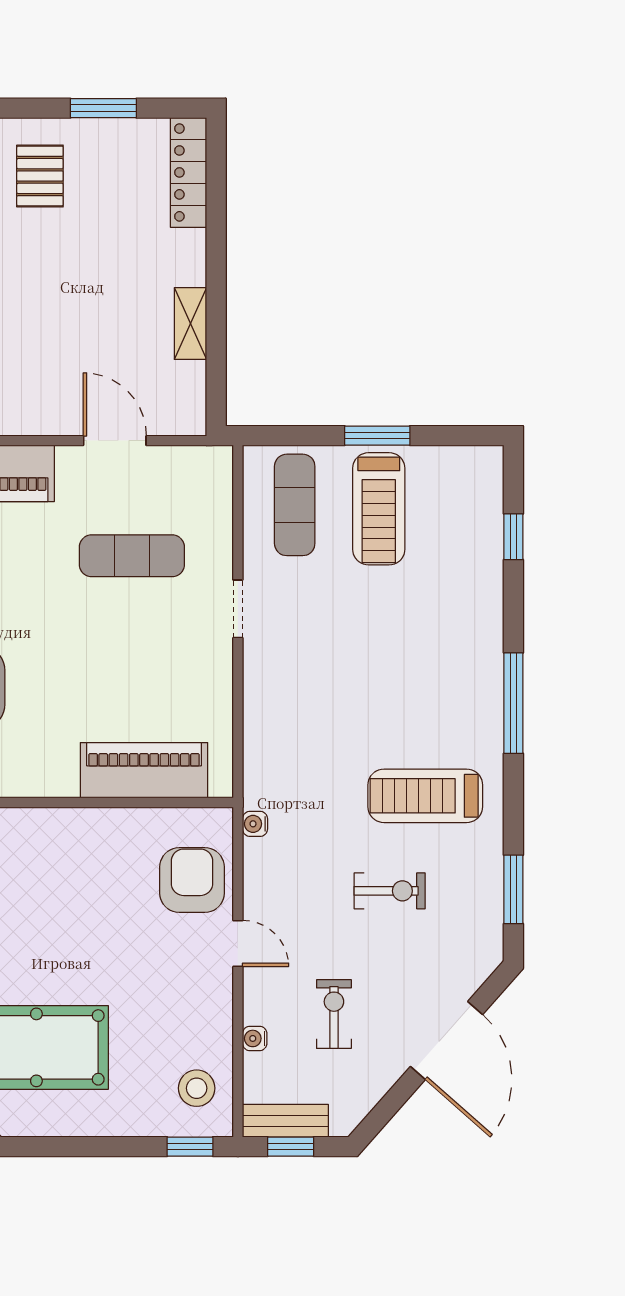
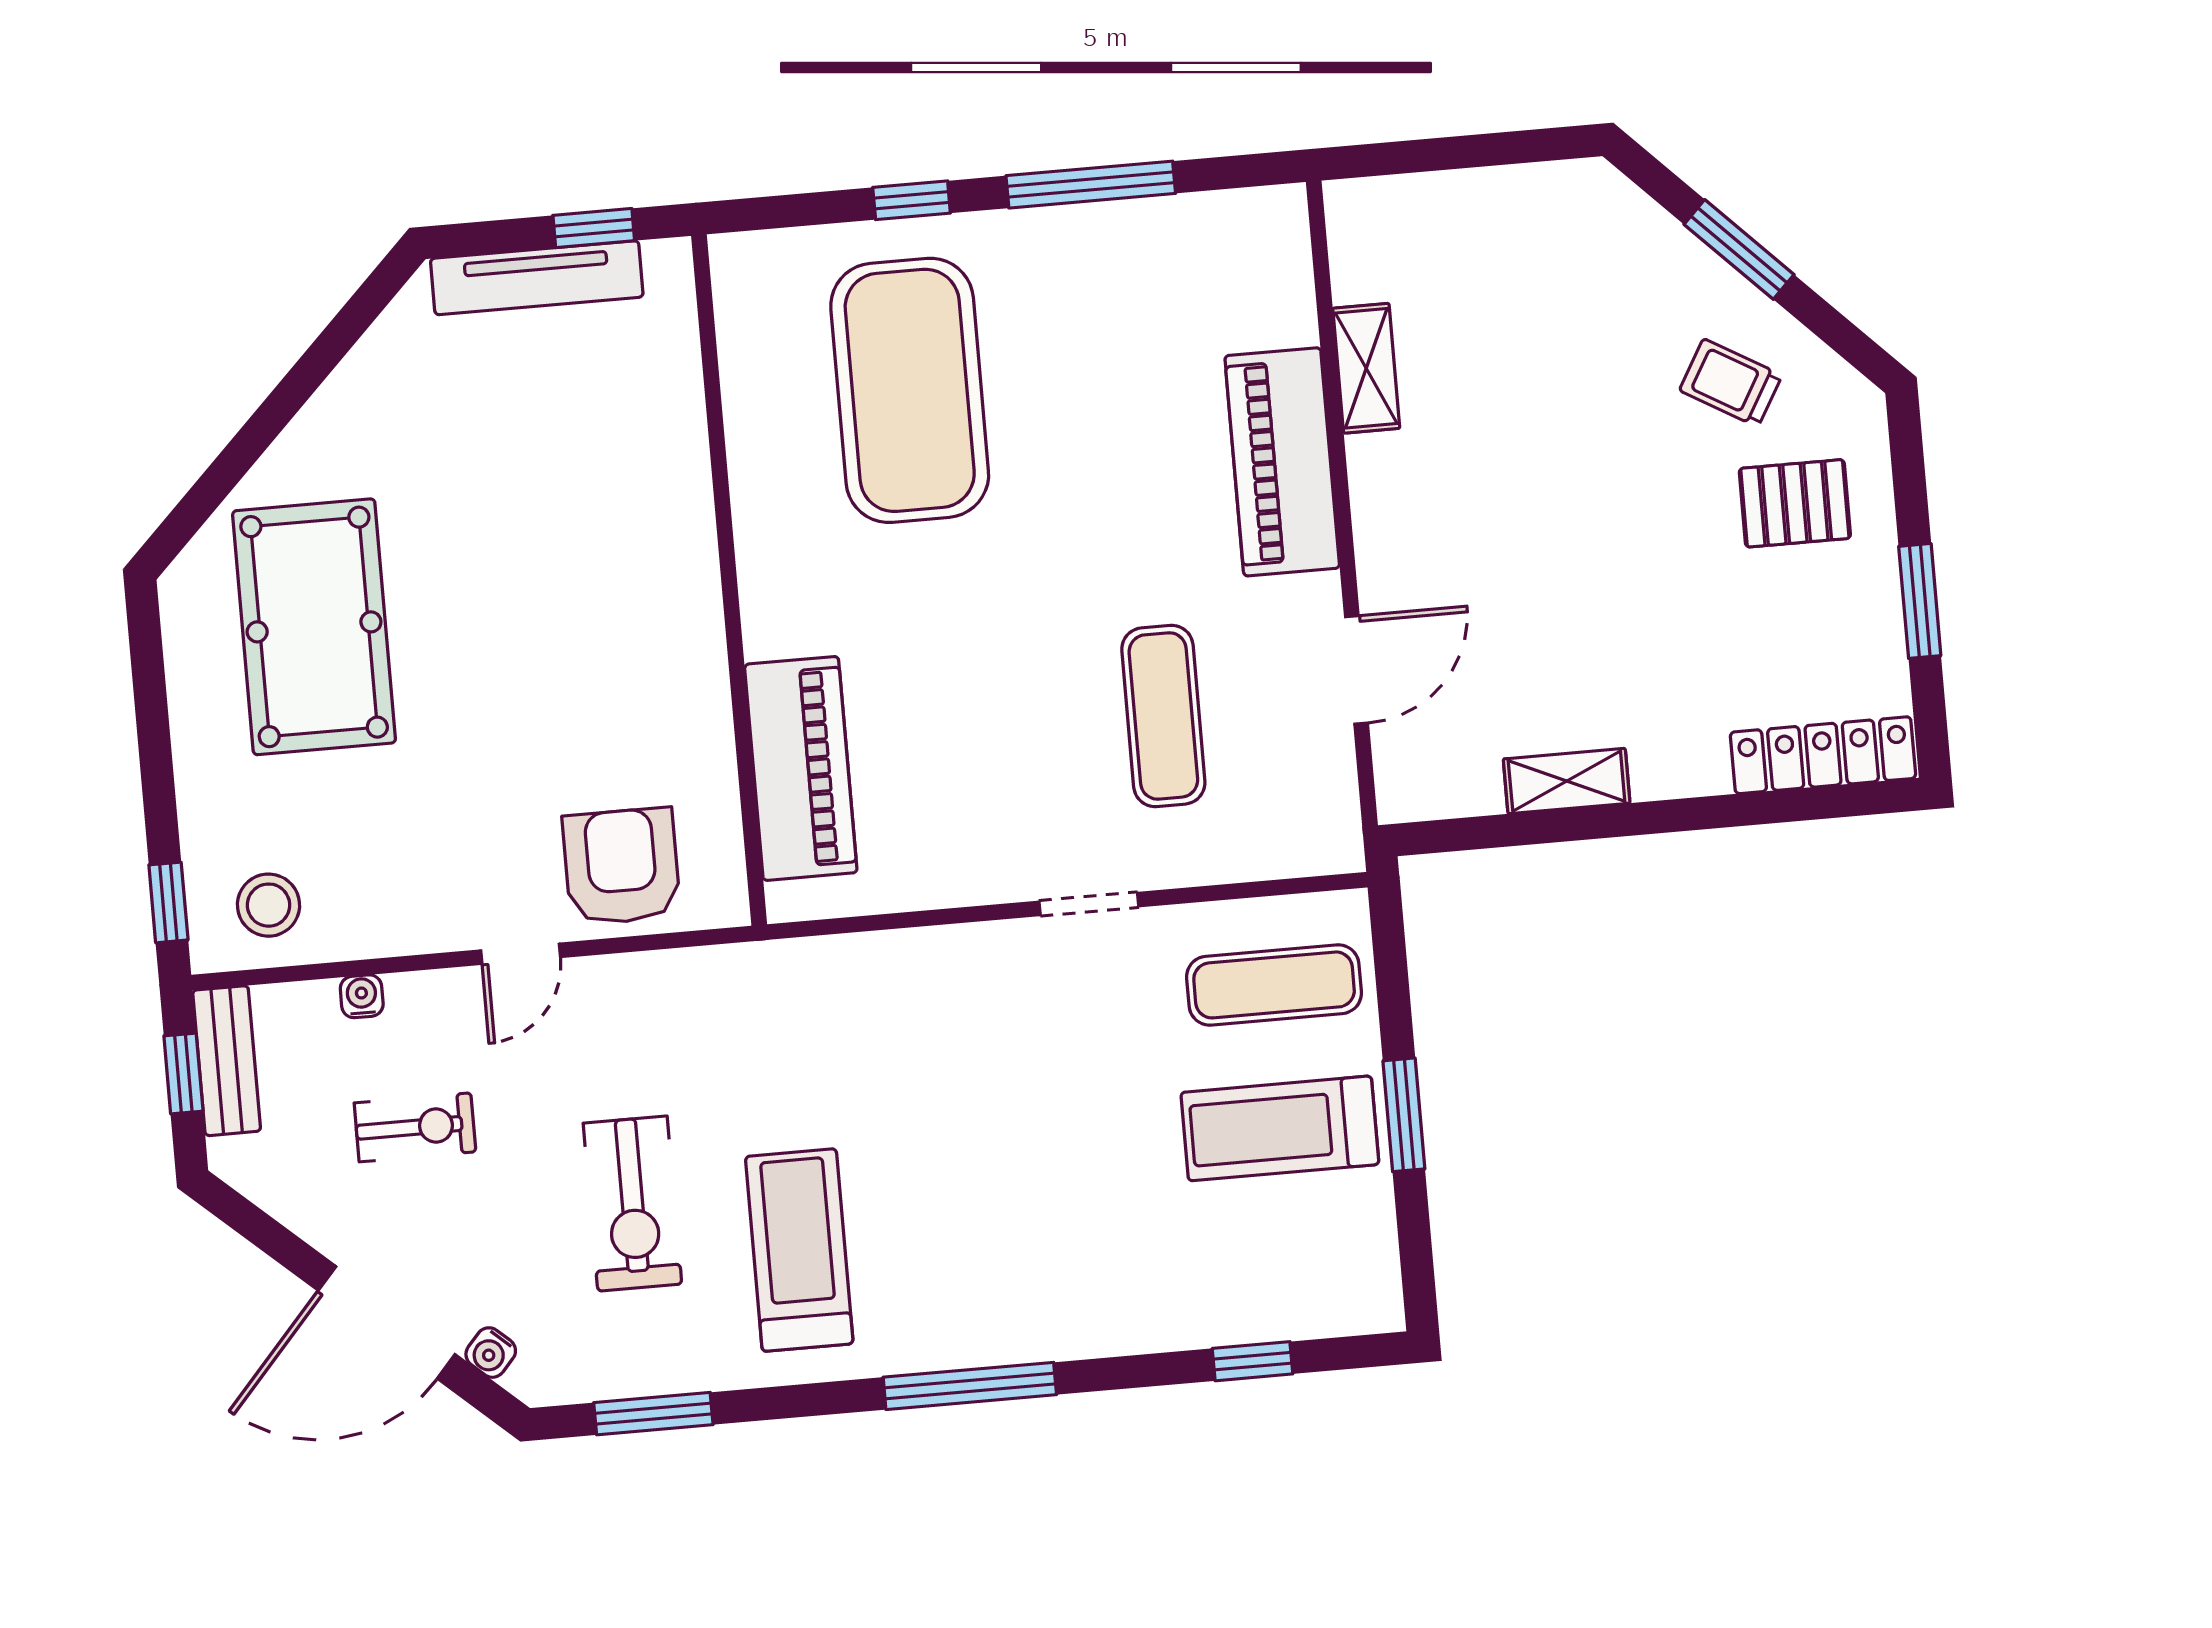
water cooler: (255, 824) -> (491, 1353), moved, turned -139
armchair: (192, 880) -> (621, 866), turned -90
exercise bike: (390, 891) -> (632, 1204), width x1.38, depth x1.39

